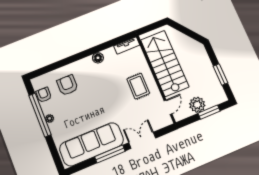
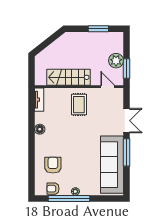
stairs: (165, 63) -> (69, 77), width x0.73, depth x0.66
armchair: (67, 85) -> (53, 165), turned 90
rug: (138, 86) -> (79, 105), turned 90
window: (209, 112) -> (127, 69), moved
double door: (142, 140) -> (127, 121), swing flipped

